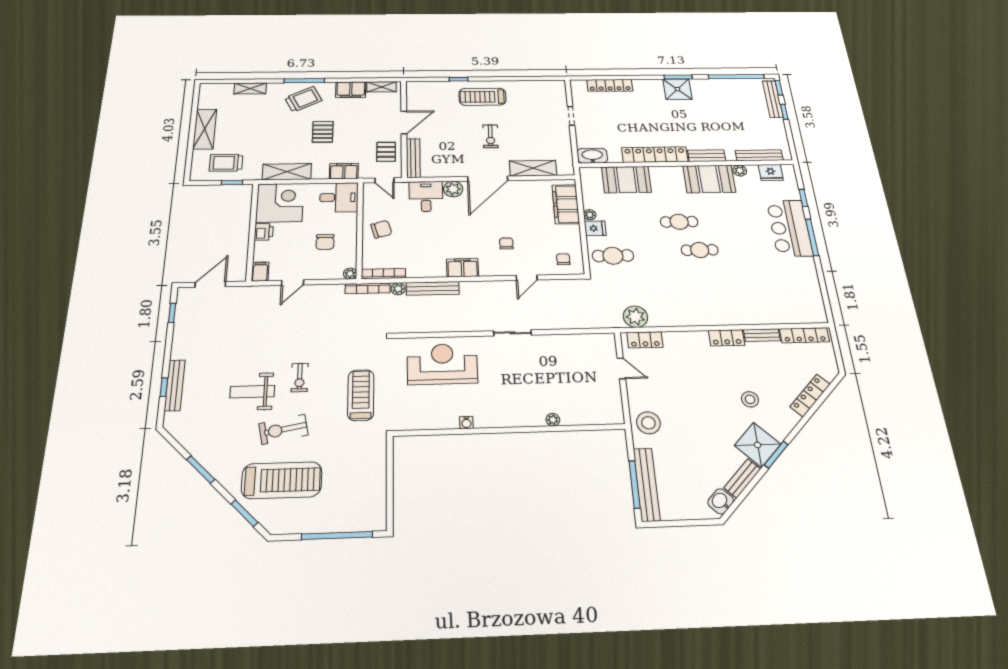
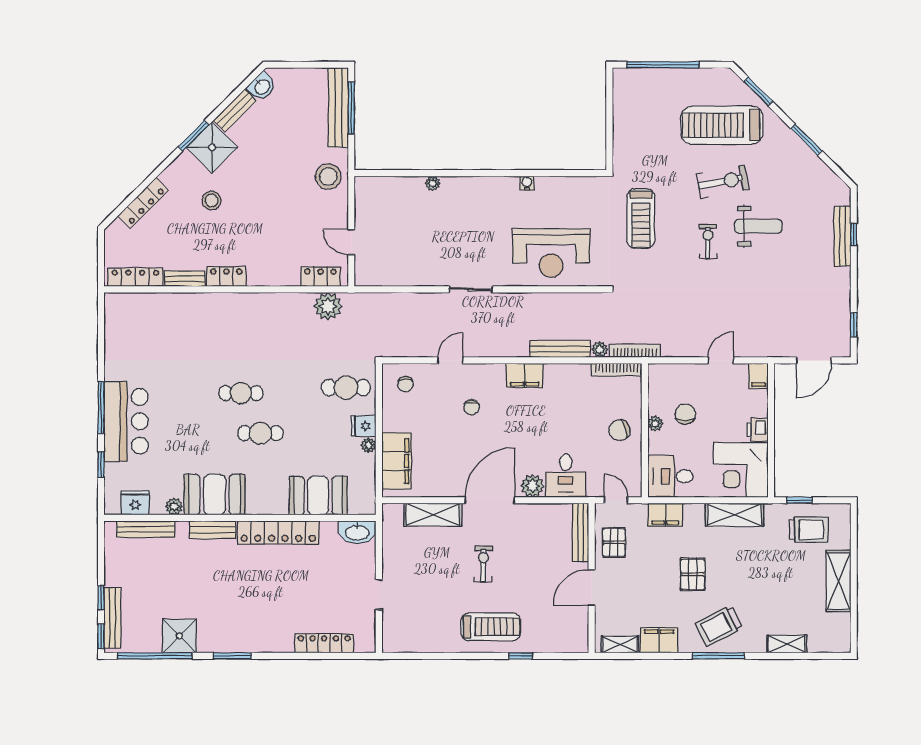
shower: (677, 89) -> (179, 636), moved
plant: (350, 274) -> (655, 424), moved

